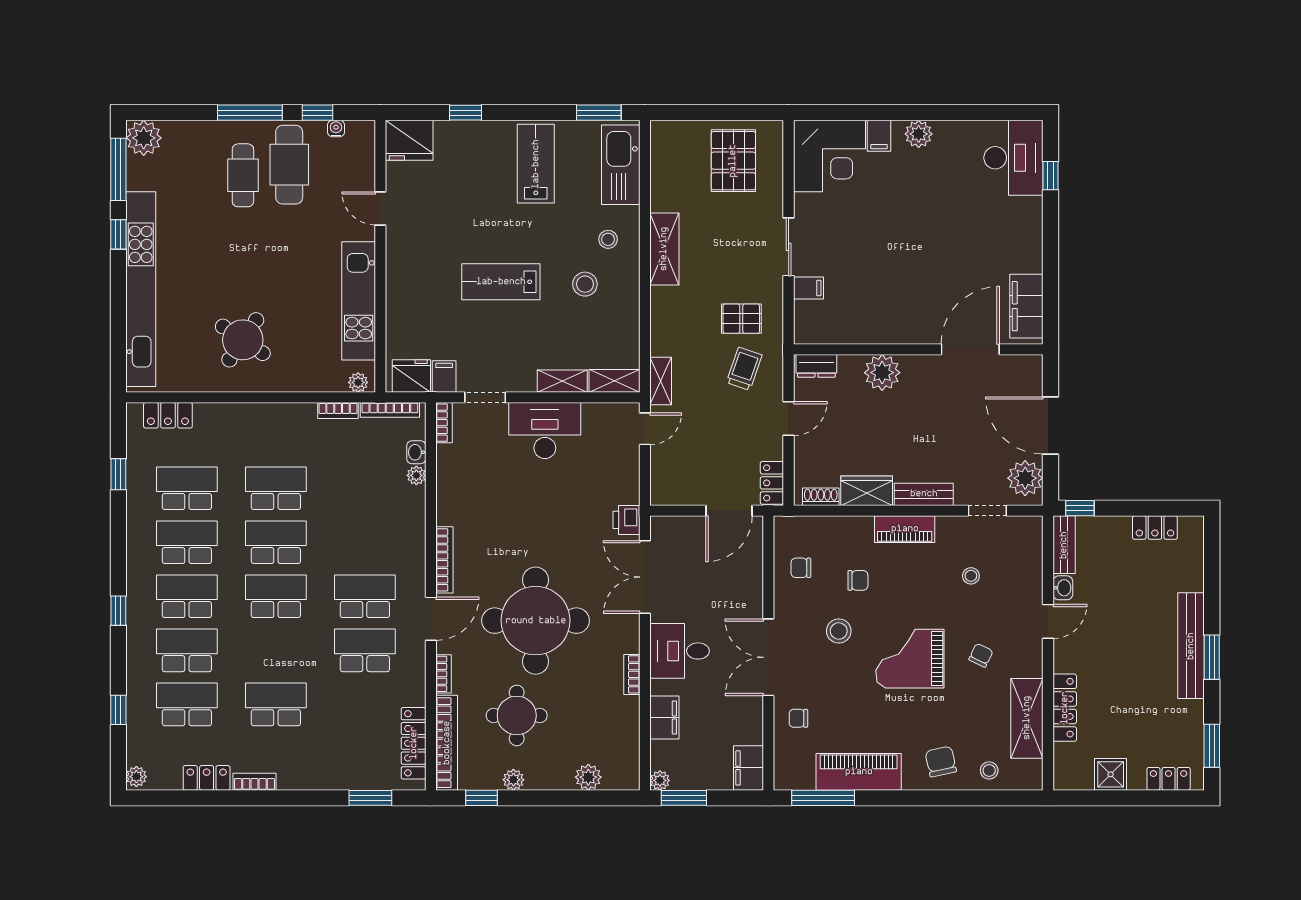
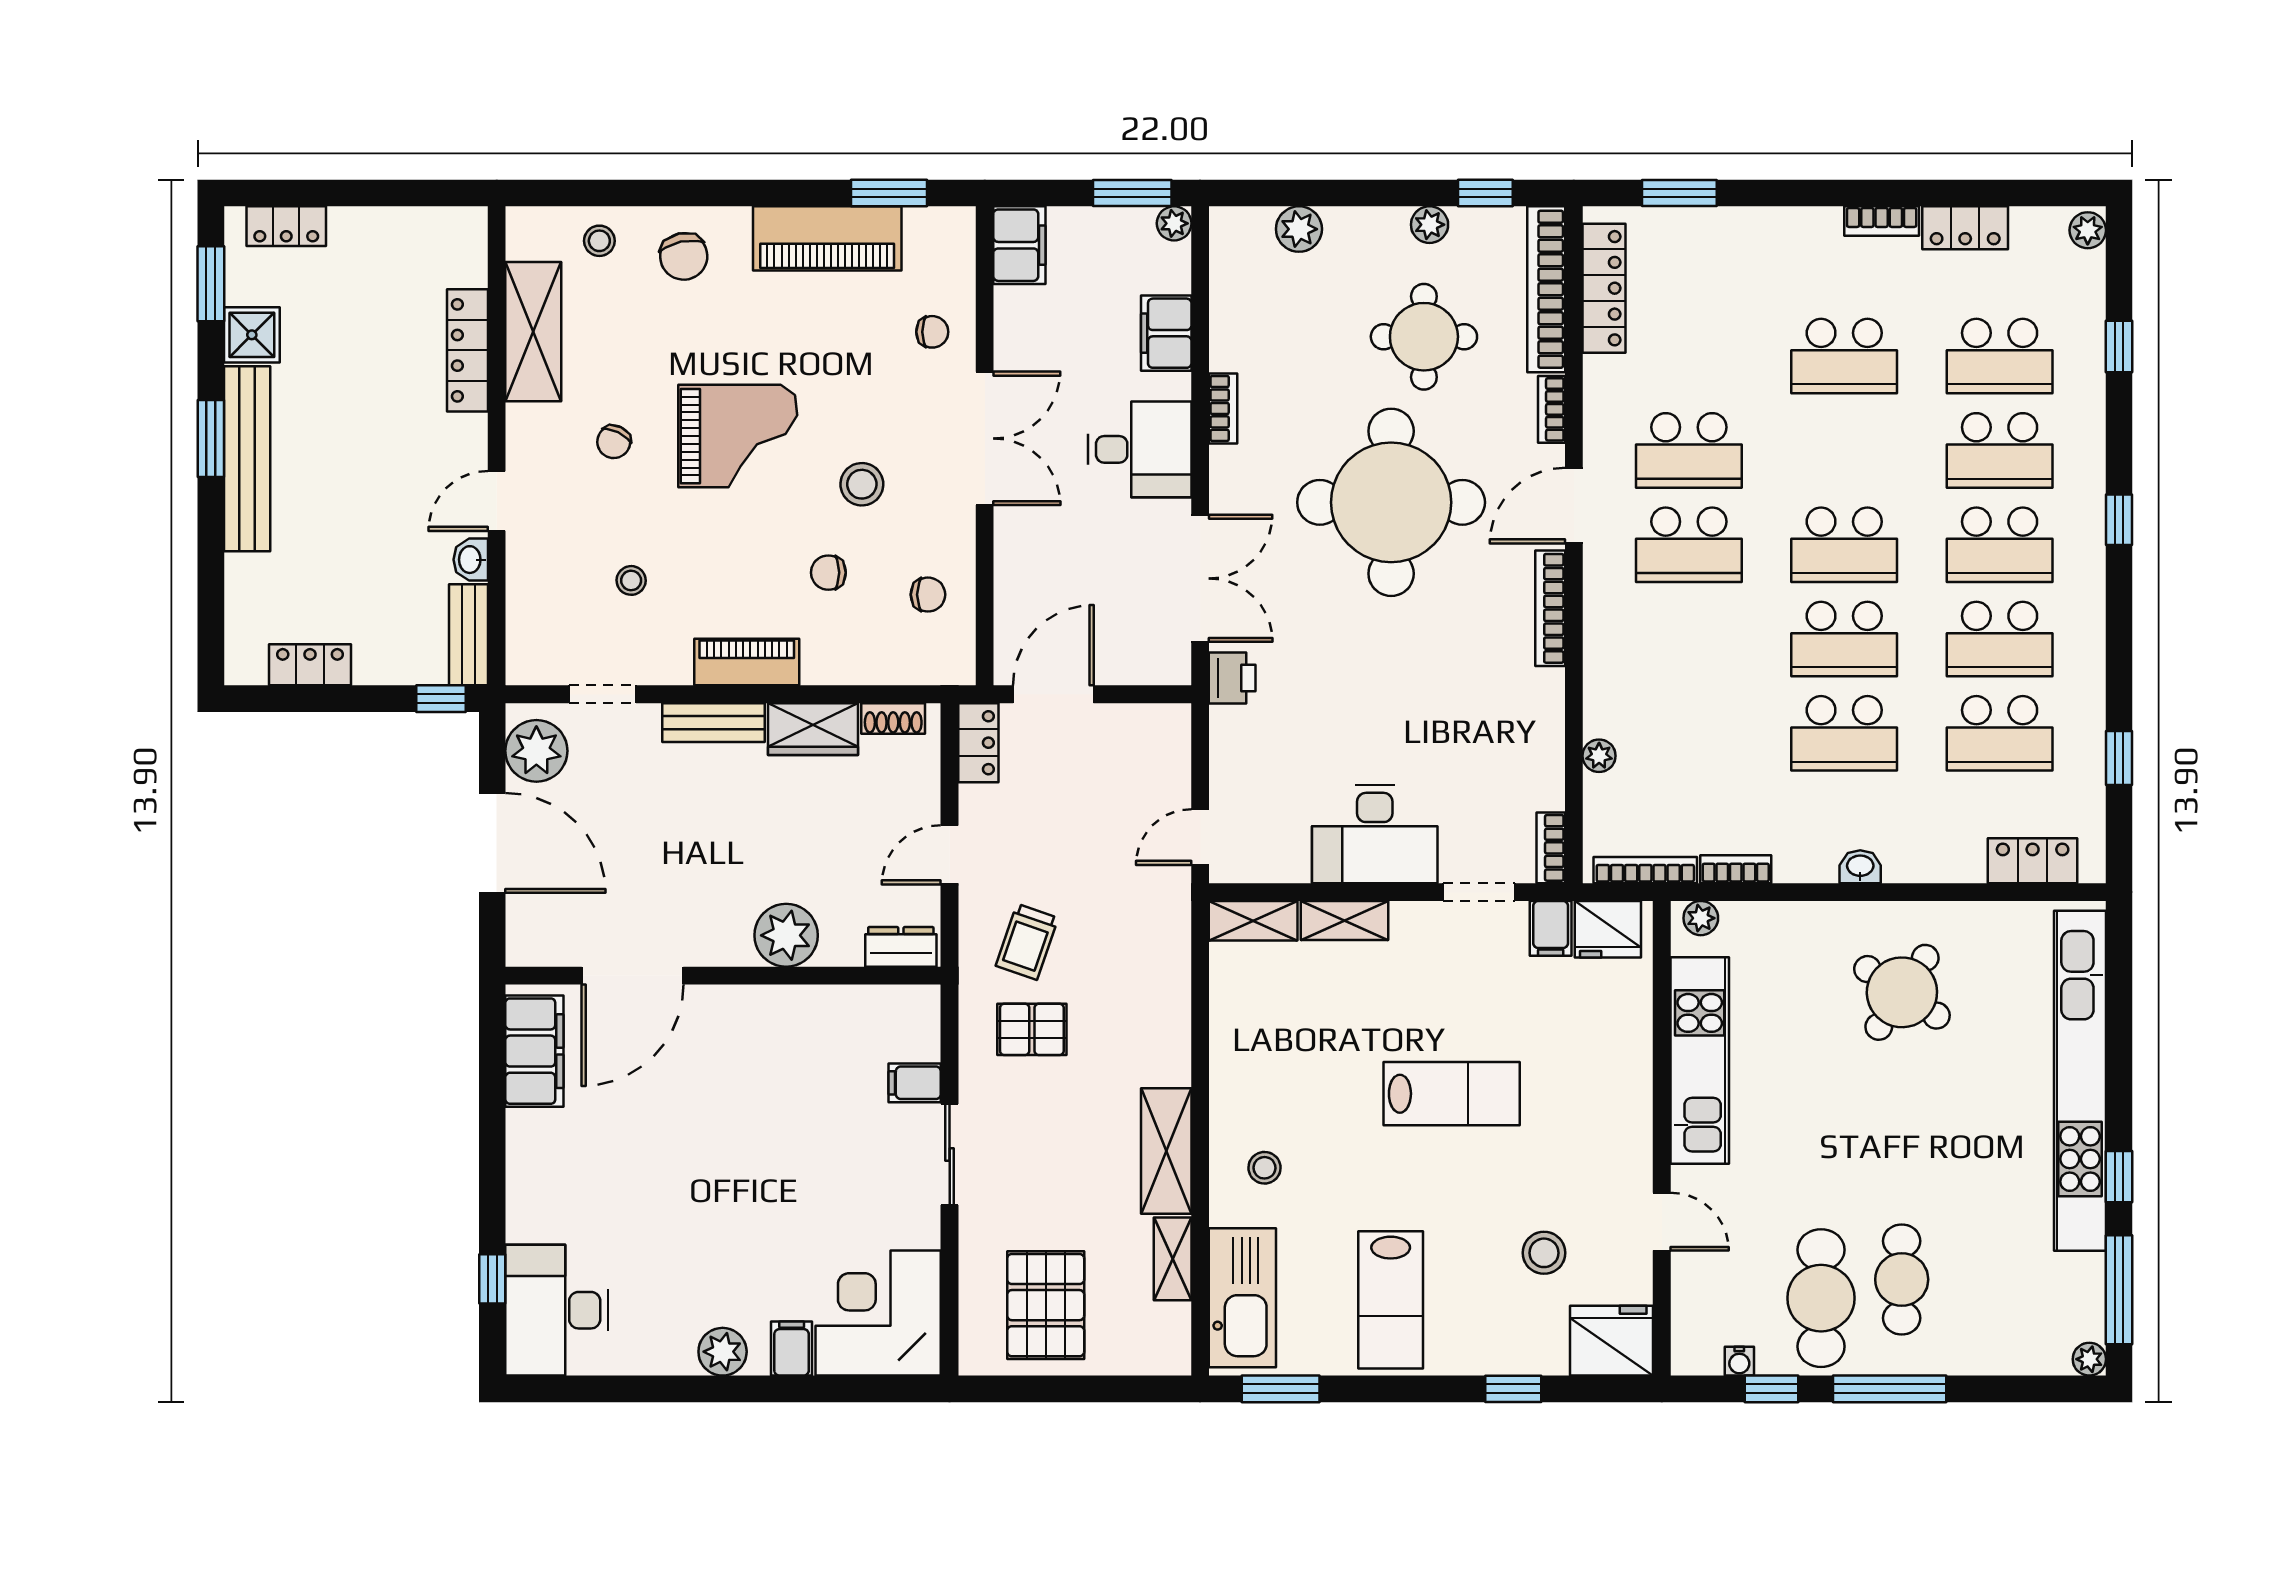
plant: (144, 138) -> (2089, 1359), width x0.53, depth x0.53
stool: (585, 284) -> (1544, 1253), moved
shelving: (661, 381) -> (1173, 1259), moved
washbasin: (416, 452) -> (1860, 867), moved, turned -90
shower: (1111, 774) -> (252, 335), moved
window: (823, 798) -> (889, 193), width x0.69

